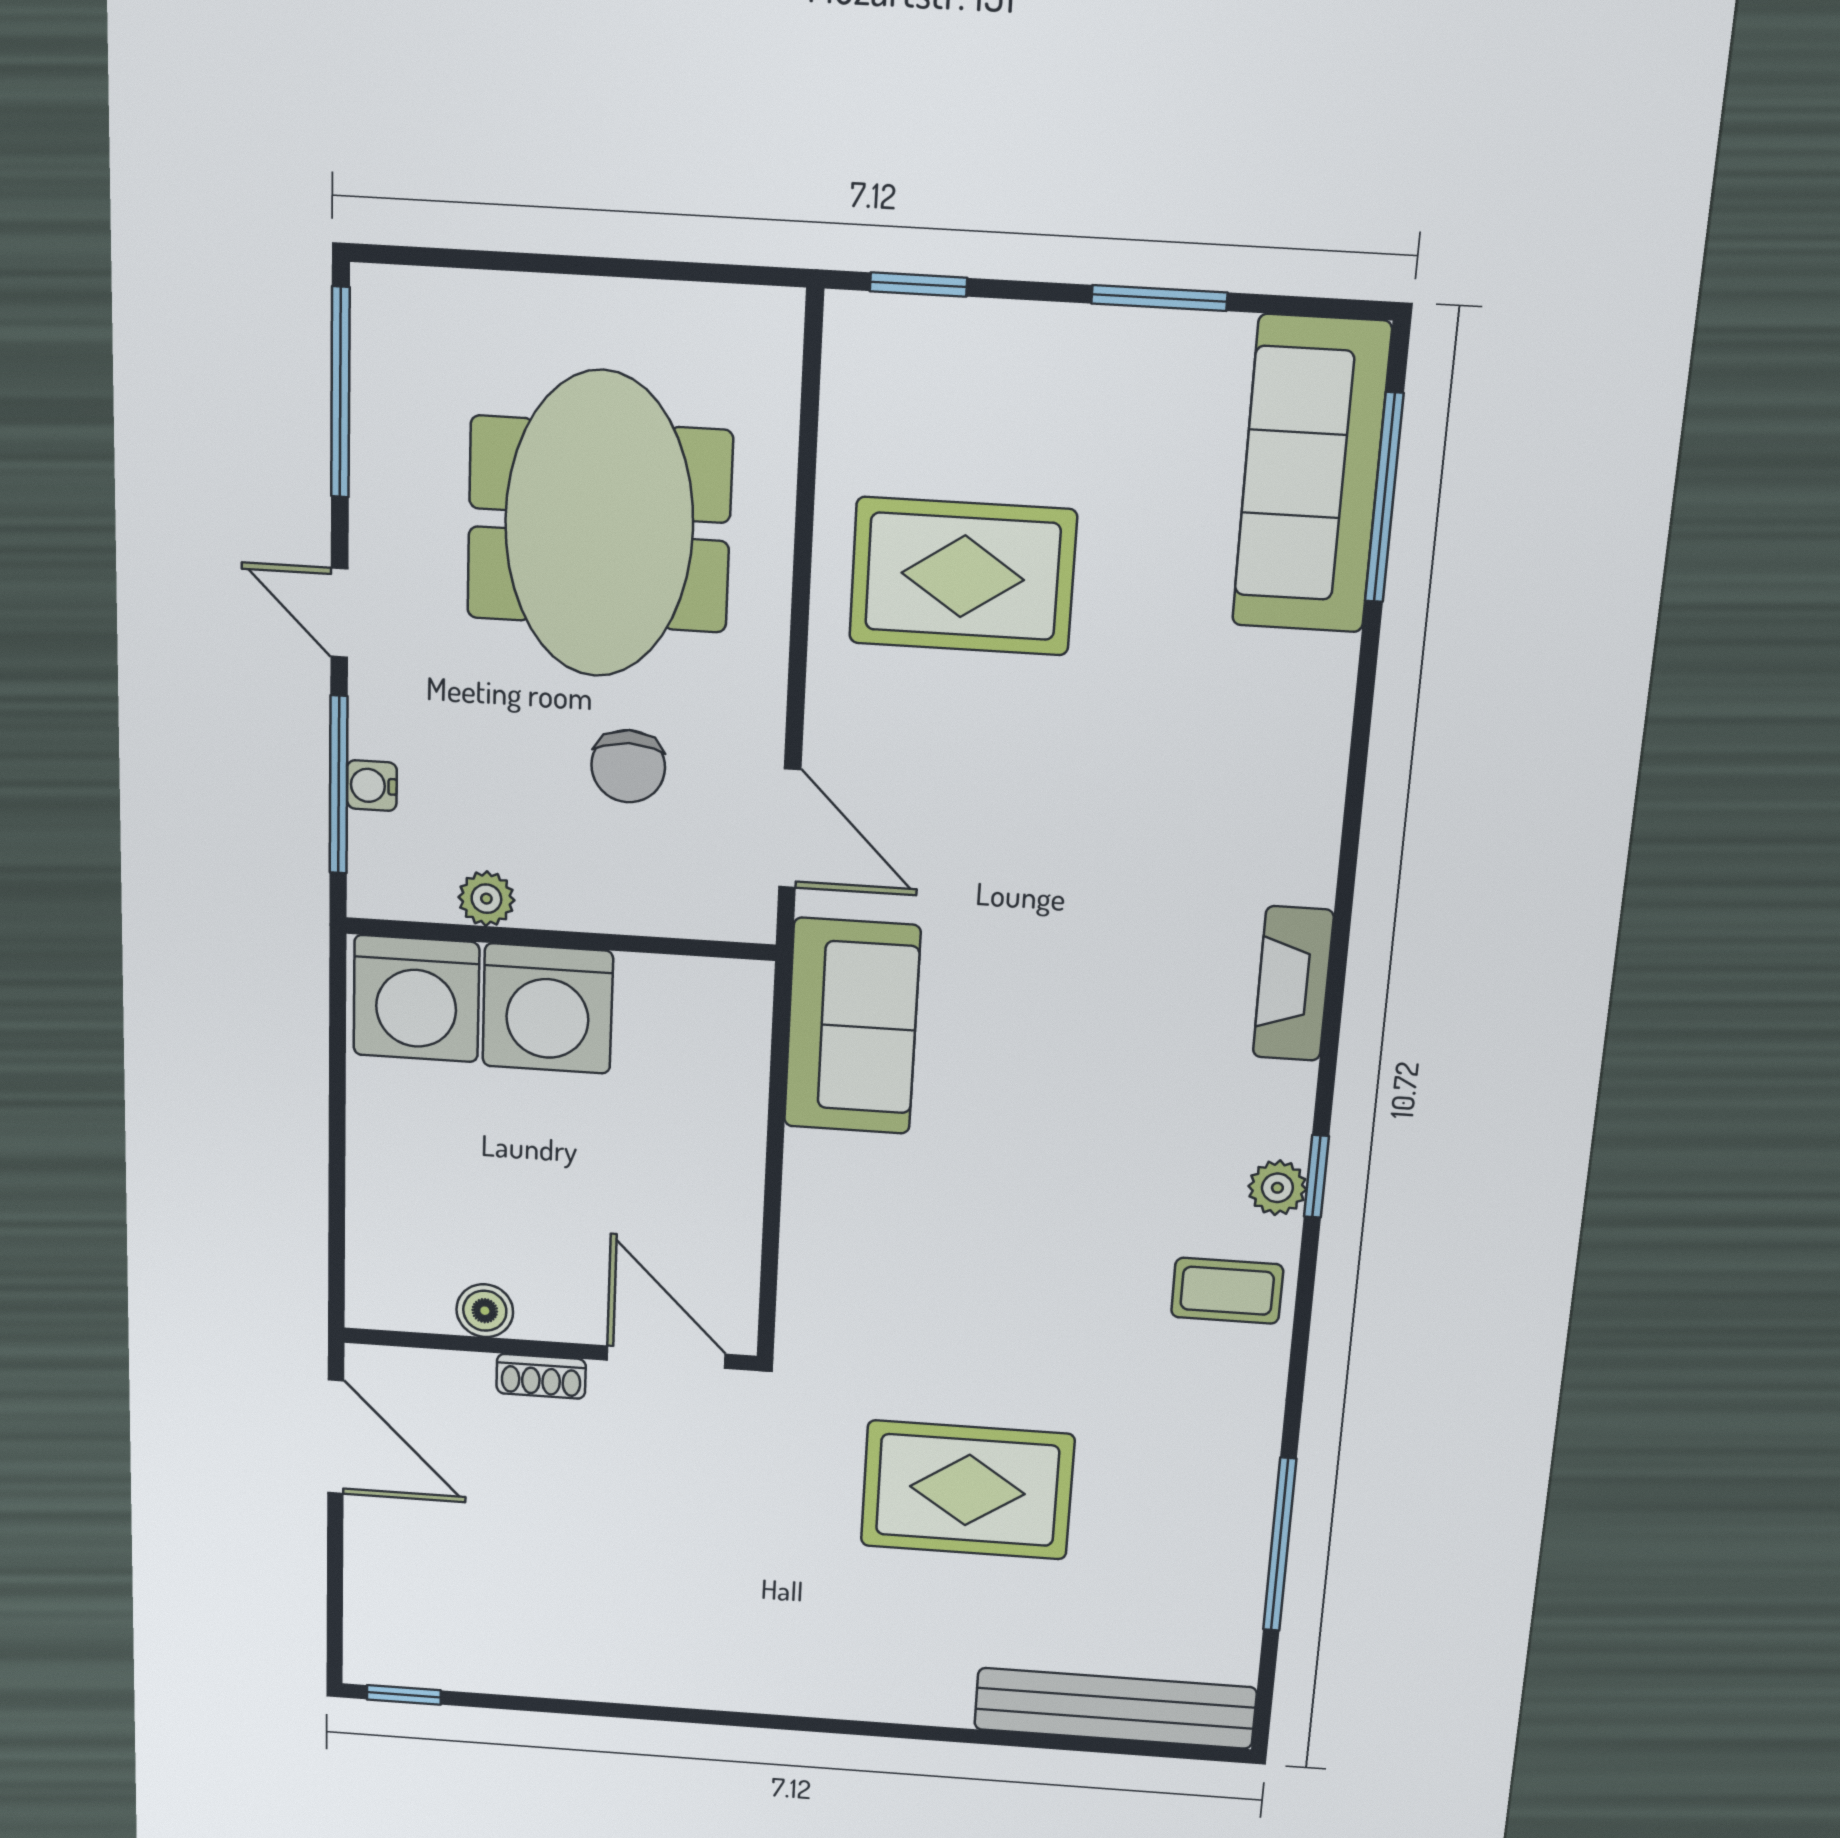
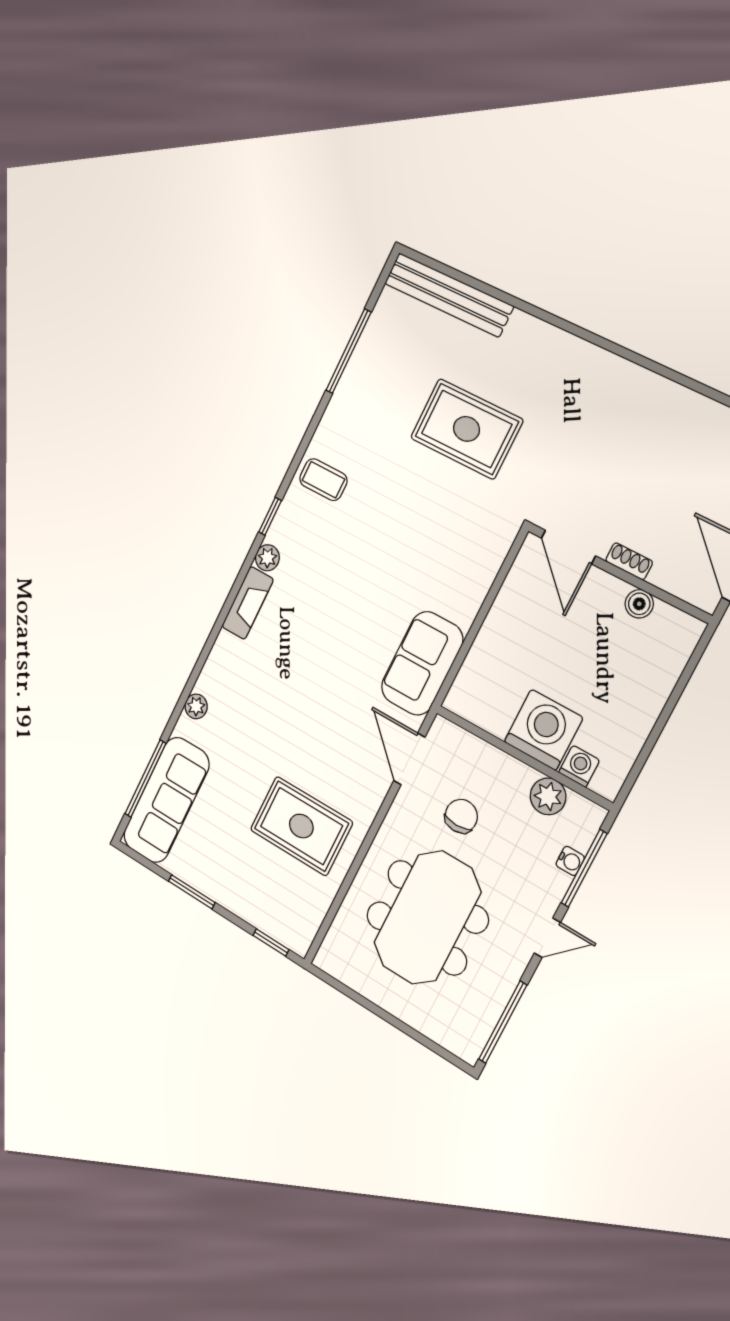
door: (339, 613) -> (547, 938), hinge flipped
plant: (1324, 715) -> (196, 706), added
plant: (486, 899) -> (548, 796), width x1.38, depth x1.38
washing machine: (416, 999) -> (579, 766), width x0.53, depth x0.53
plant: (1277, 1188) -> (267, 558), moved

